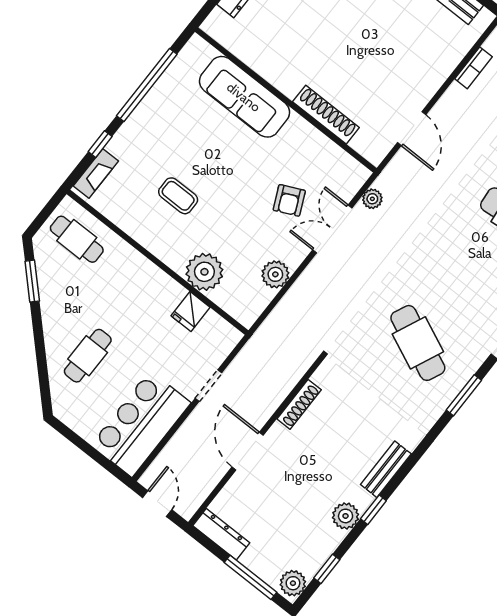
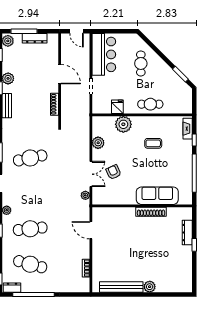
shoe rack: (326, 115) -> (151, 212), moved
cafe table: (77, 239) -> (150, 104), moved
cafe table: (418, 343) -> (30, 158), turned -36
dresser: (221, 534) -> (35, 38), moved

